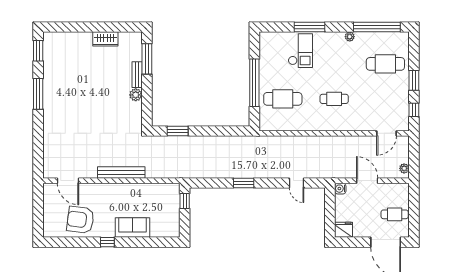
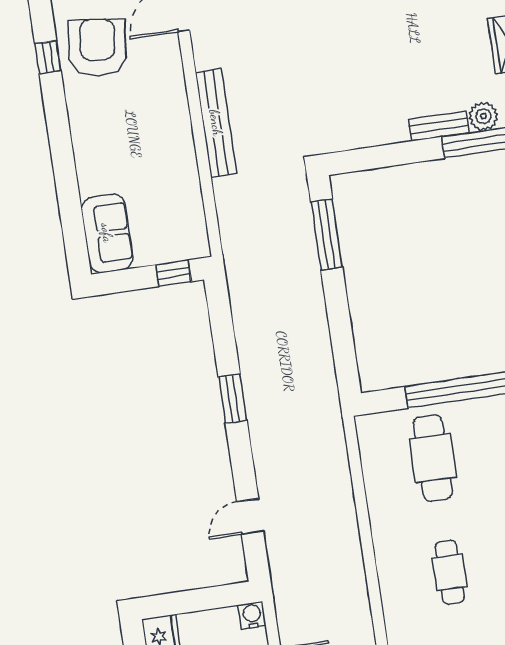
plant: (136, 95) -> (483, 116), moved
window: (178, 131) -> (327, 234), width x1.44
sofa: (133, 228) -> (107, 233), moved
window: (107, 242) -> (48, 57), moved

